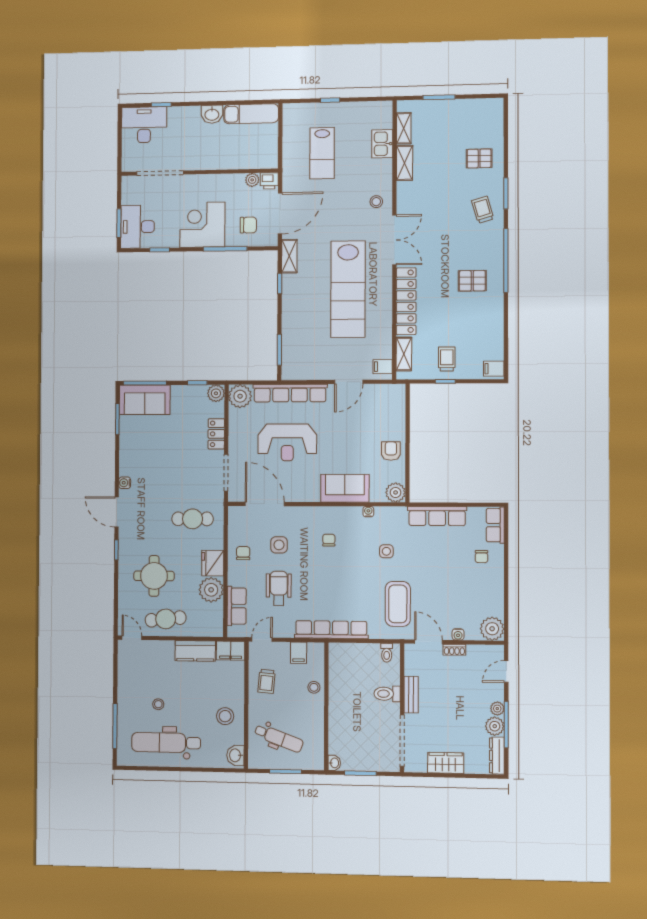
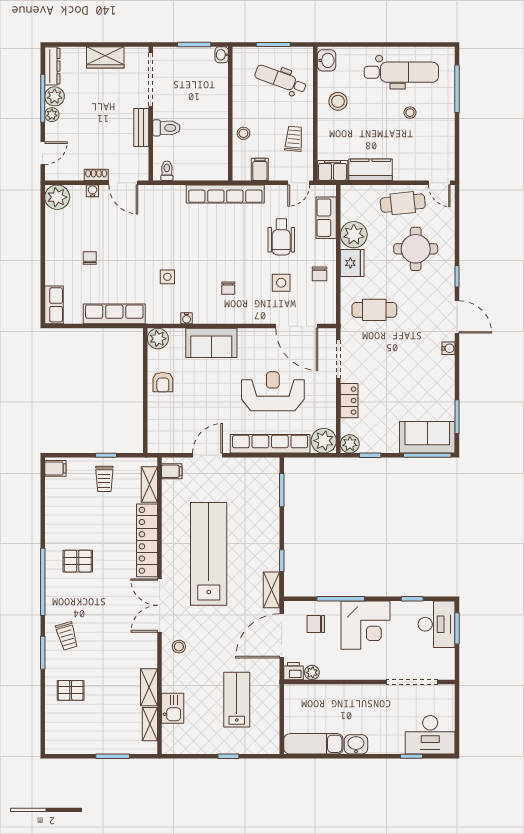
chair: (482, 557) -> (90, 258), moved
coffee table: (398, 604) -> (155, 222), removed

